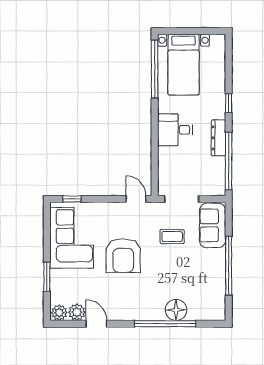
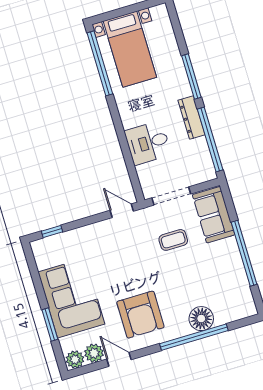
window: (229, 103) -> (191, 77), width x2.17
desk: (175, 130) -> (148, 143), moved
corner sofa: (72, 238) -> (71, 298), moved
armchair: (123, 256) -> (140, 315), moved

